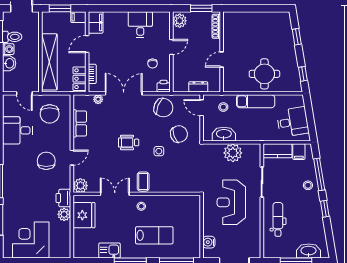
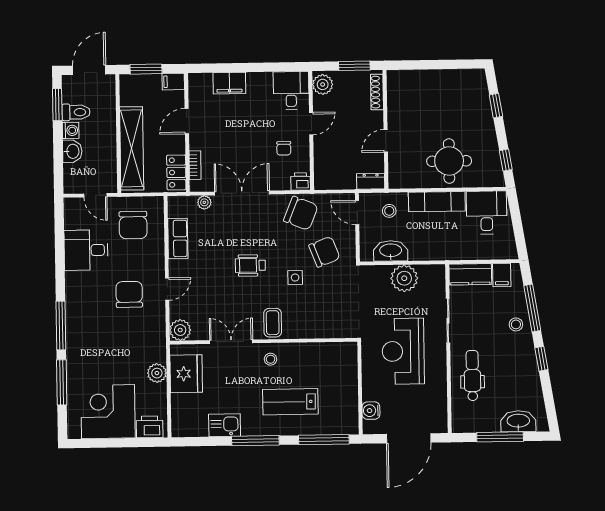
filing cabinet: (96, 22) -> (229, 83), moved, turned 90
desk: (140, 24) -> (291, 91), moved
dresser: (198, 87) -> (371, 181), moved
desk: (293, 122) -> (487, 213), moved, turned -81
printer: (63, 198) -> (150, 427), moved, turned 90
lab bench: (154, 235) -> (290, 402), turned 180

